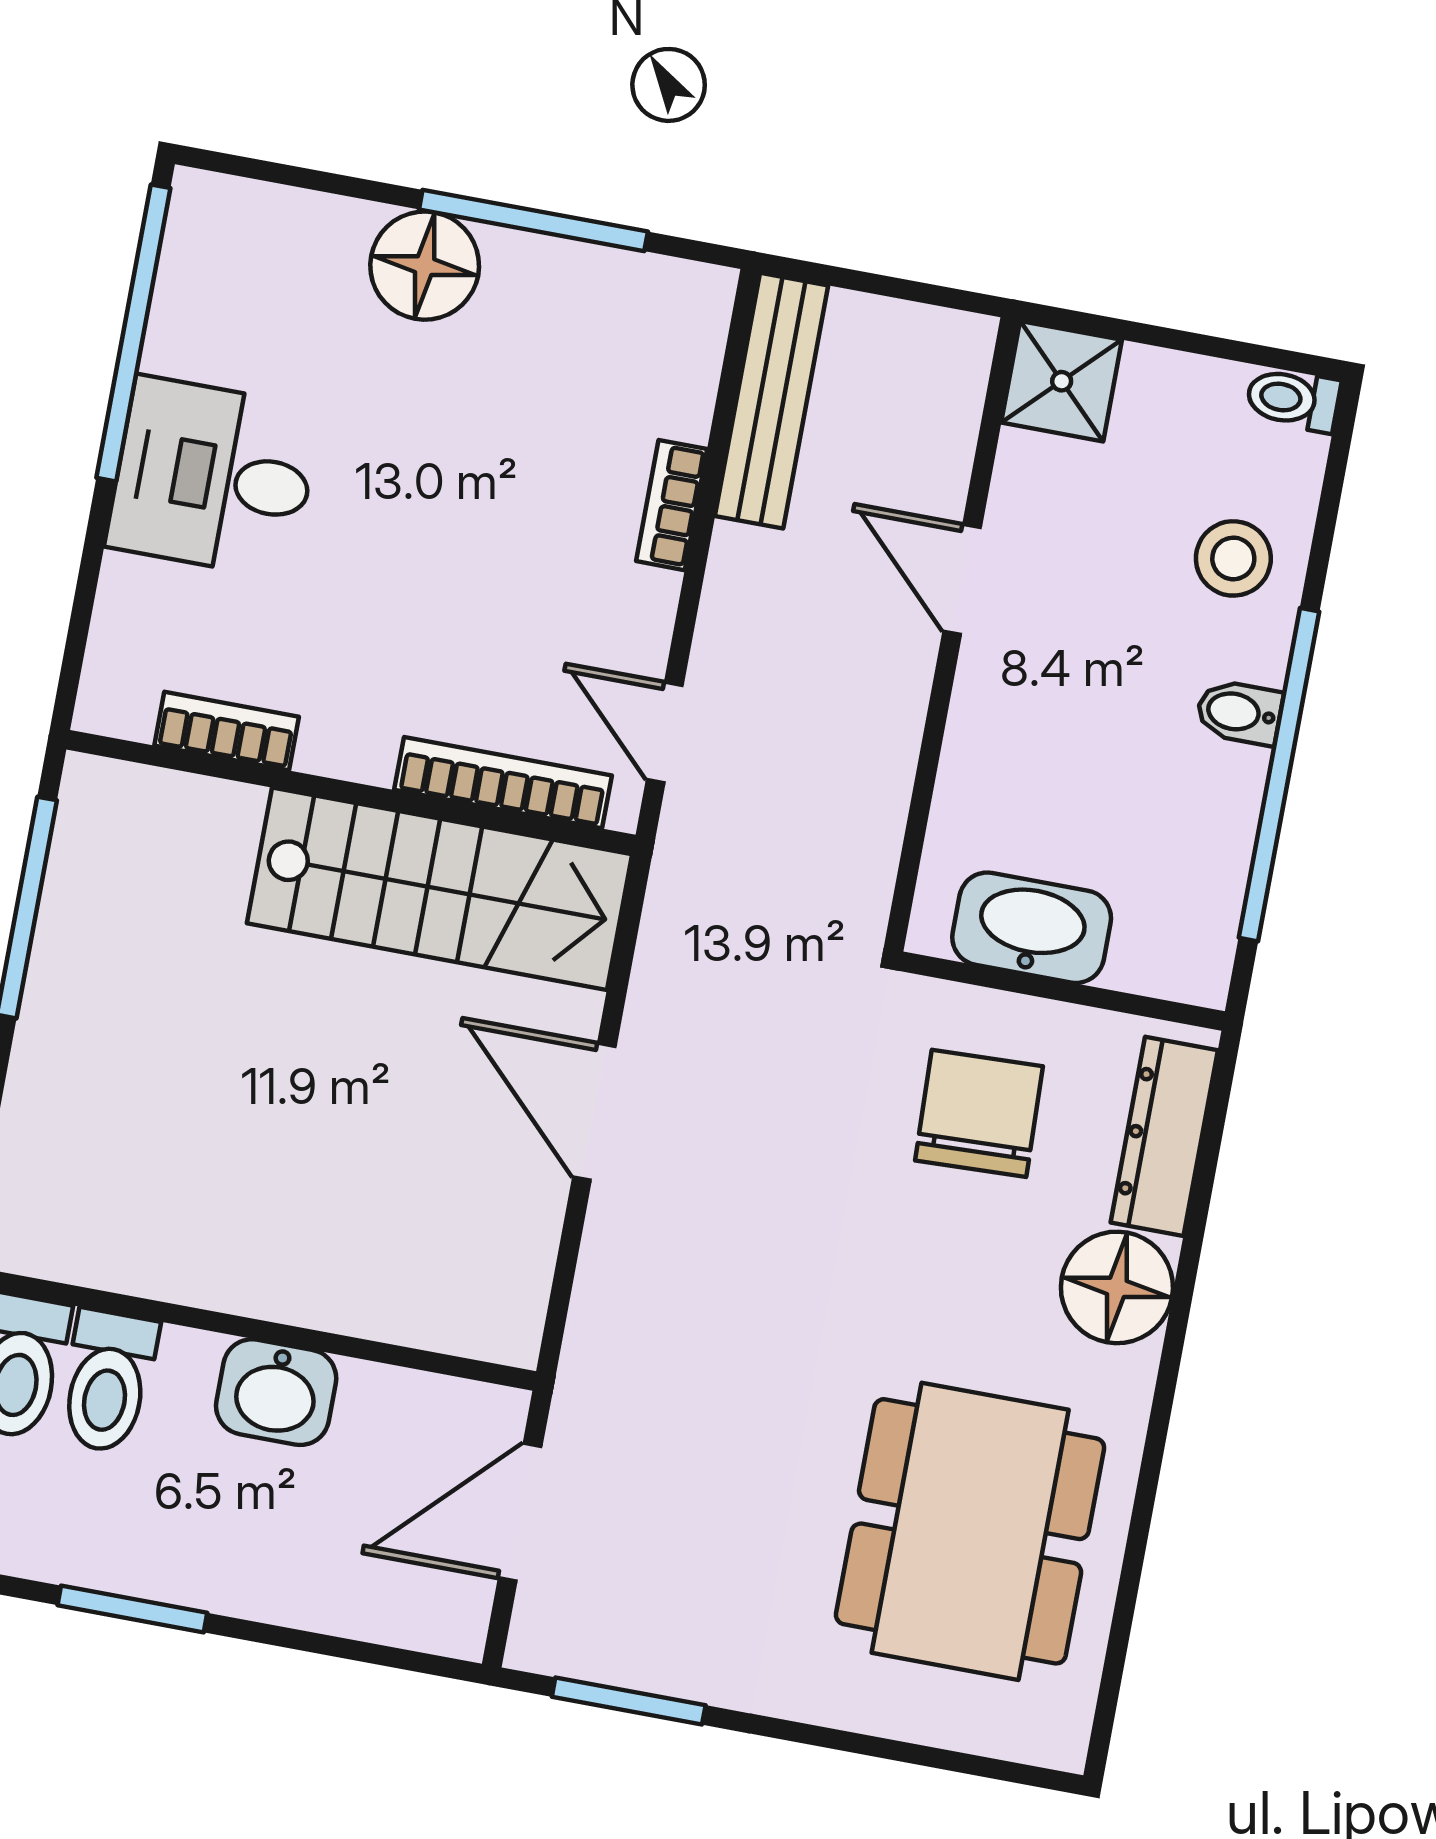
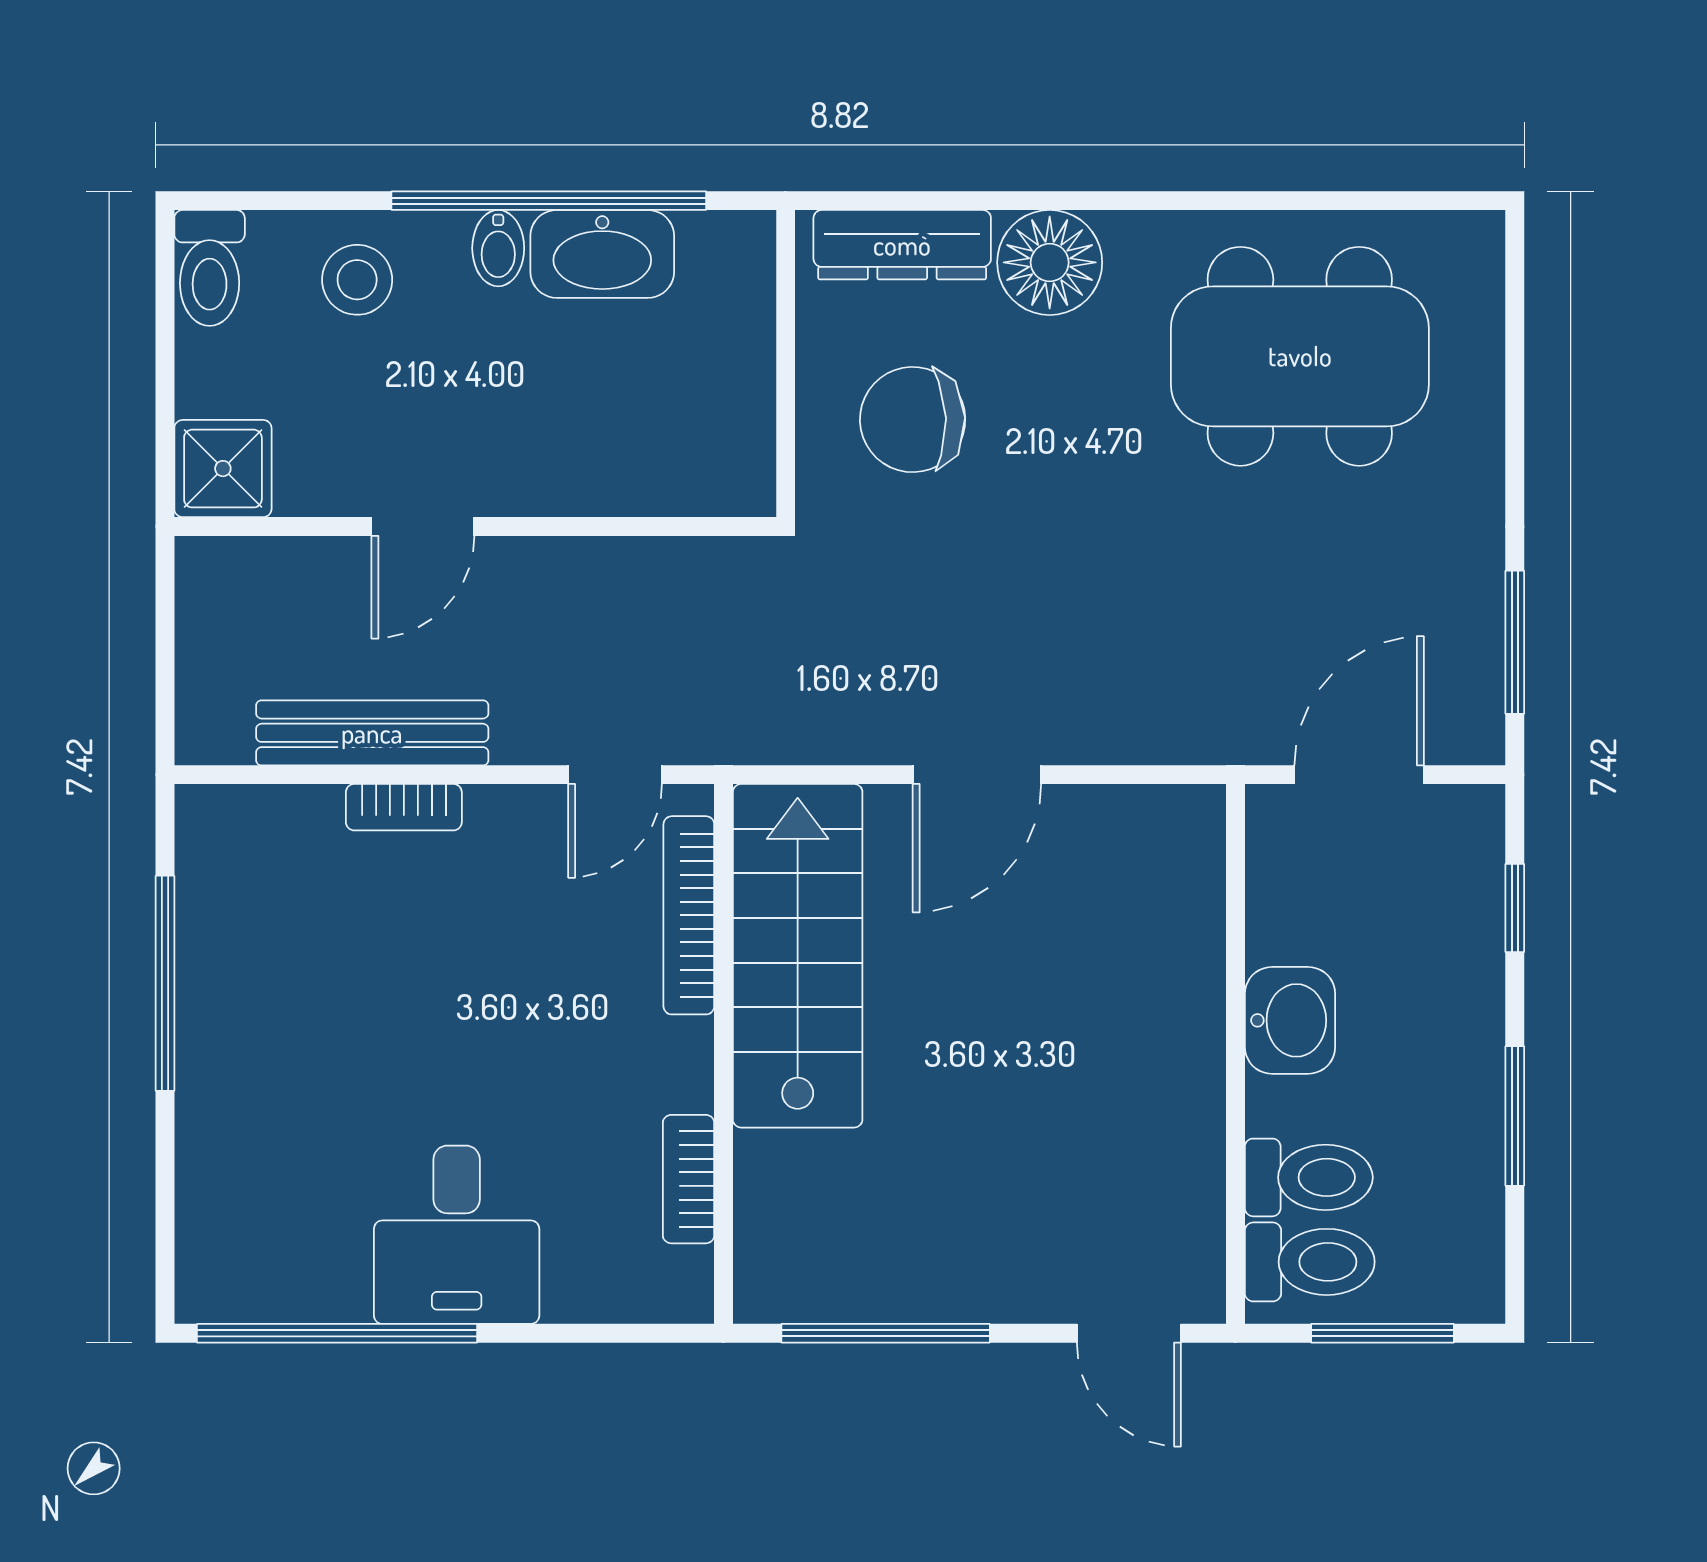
floor lamp: (425, 266) -> (225, 1076), removed
toilet: (1293, 399) -> (210, 268), width x1.37, depth x1.39
bench: (772, 401) -> (372, 733), moved
washbasin: (1032, 928) -> (602, 254), moved, turned -90
door: (520, 1512) -> (1359, 775), swing flipped
window: (350, 1649) -> (1515, 908), added

